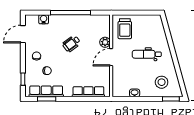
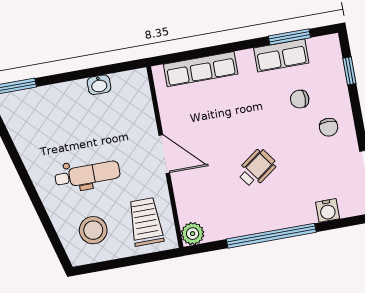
plant: (105, 42) -> (193, 234), moved
door: (111, 57) -> (164, 154), hinge flipped
stool: (162, 82) -> (93, 230), moved
row of seats: (46, 91) -> (281, 55), width x0.68

